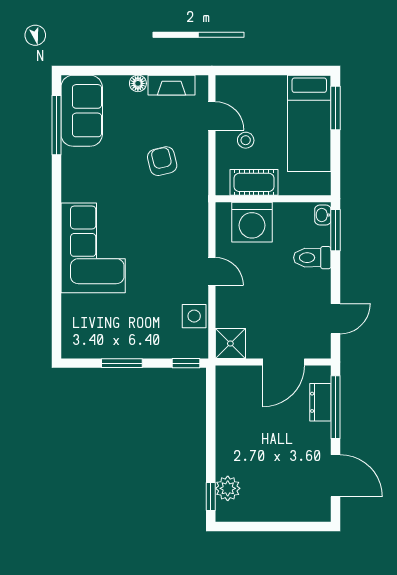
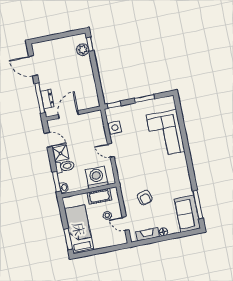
corner sofa: (93, 248) -> (166, 133), moved
door: (335, 319) -> (48, 140), swing flipped
shower: (230, 344) -> (60, 153), moved

